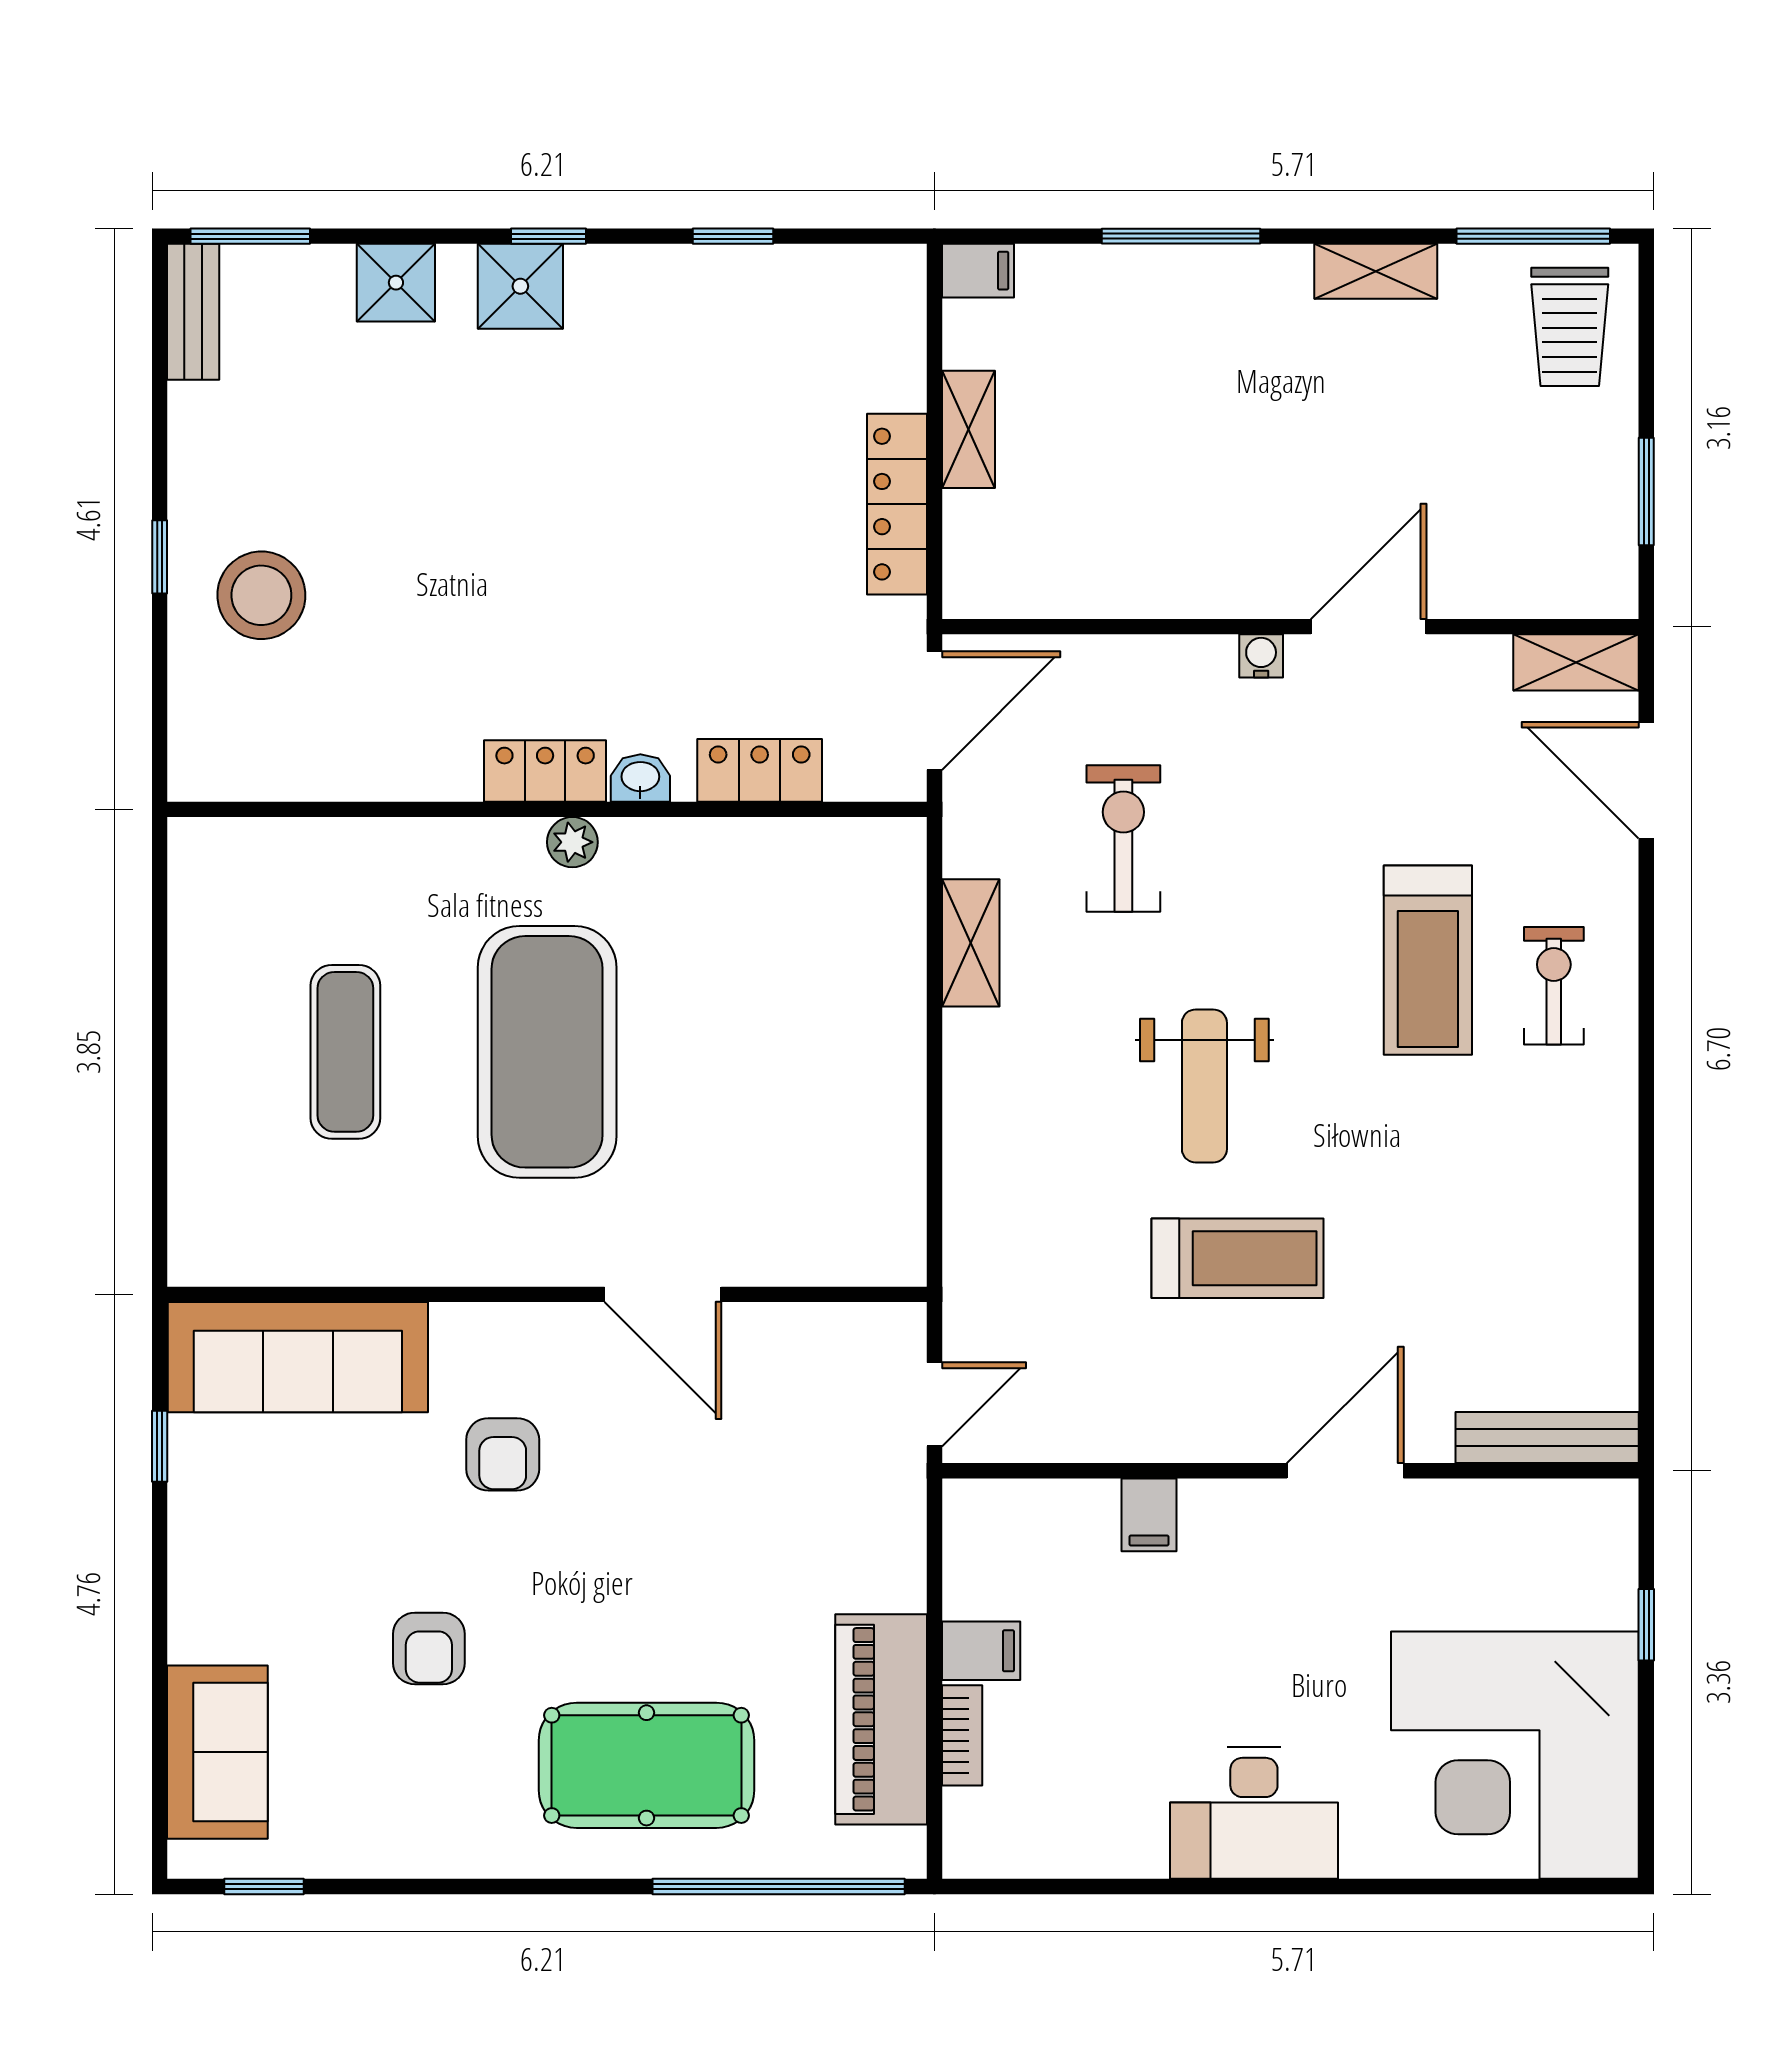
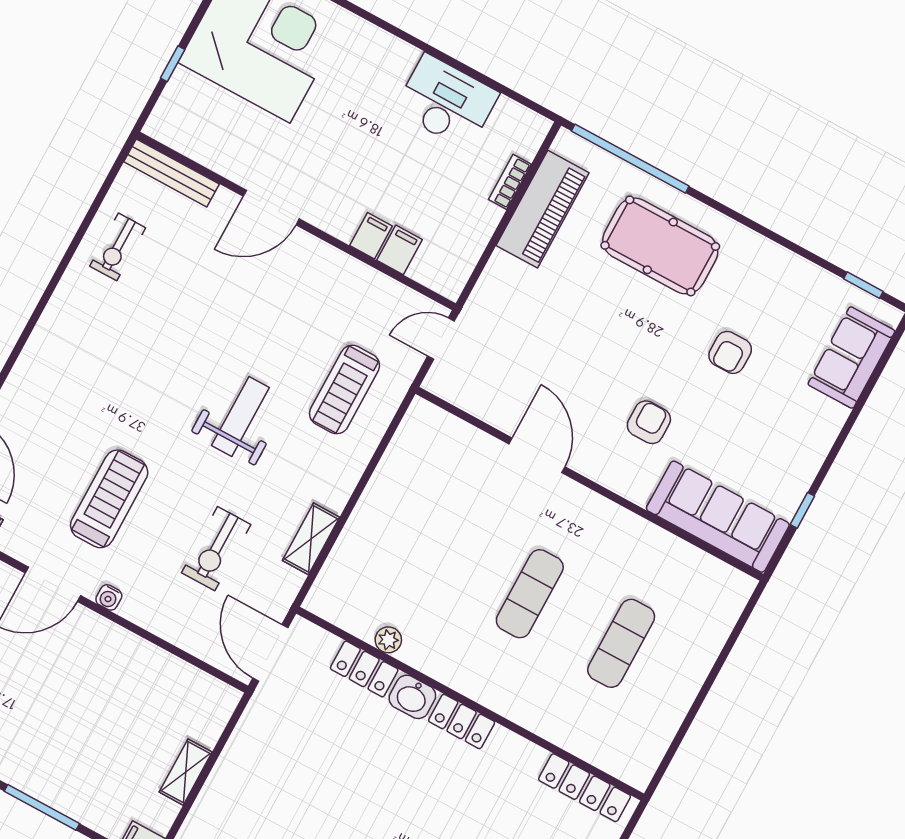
locker: (897, 504) -> (585, 788), moved, turned 90
door: (934, 711) -> (270, 653), hinge flipped
washbasin: (640, 778) -> (412, 697), width x1.38, depth x1.45
plant: (572, 842) -> (388, 640), moved
treadmill: (1428, 960) -> (109, 499), moved
exercise bike: (1554, 986) -> (118, 247), moved
exercise mat: (547, 1052) -> (530, 594), width x0.50, depth x0.69
treadmill: (1237, 1258) -> (344, 390), moved, turned -90
armchair: (429, 1648) -> (730, 352), turned 180
filing cabinet: (981, 1651) -> (400, 250), moved, turned 90
desk: (1254, 1813) -> (446, 102), moved

